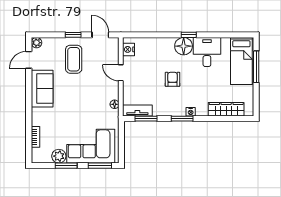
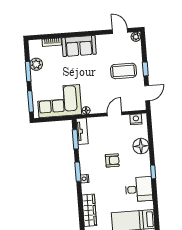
floor lamp: (184, 46) -> (141, 146), moved
sofa: (42, 89) -> (79, 46), moved
corner sofa: (91, 146) -> (59, 101), moved, turned -90

